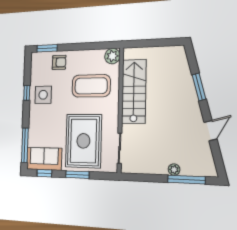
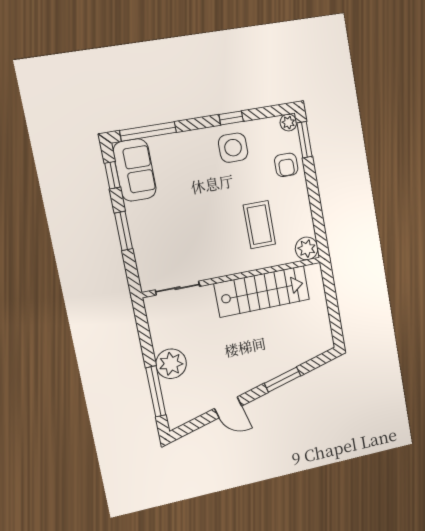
plant: (36, 57) -> (288, 123), added
coffee table: (91, 86) -> (259, 225), width x0.73, depth x0.76
rug: (83, 141) -> (176, 230), removed
plant: (174, 170) -> (171, 364), width x1.88, depth x1.88

